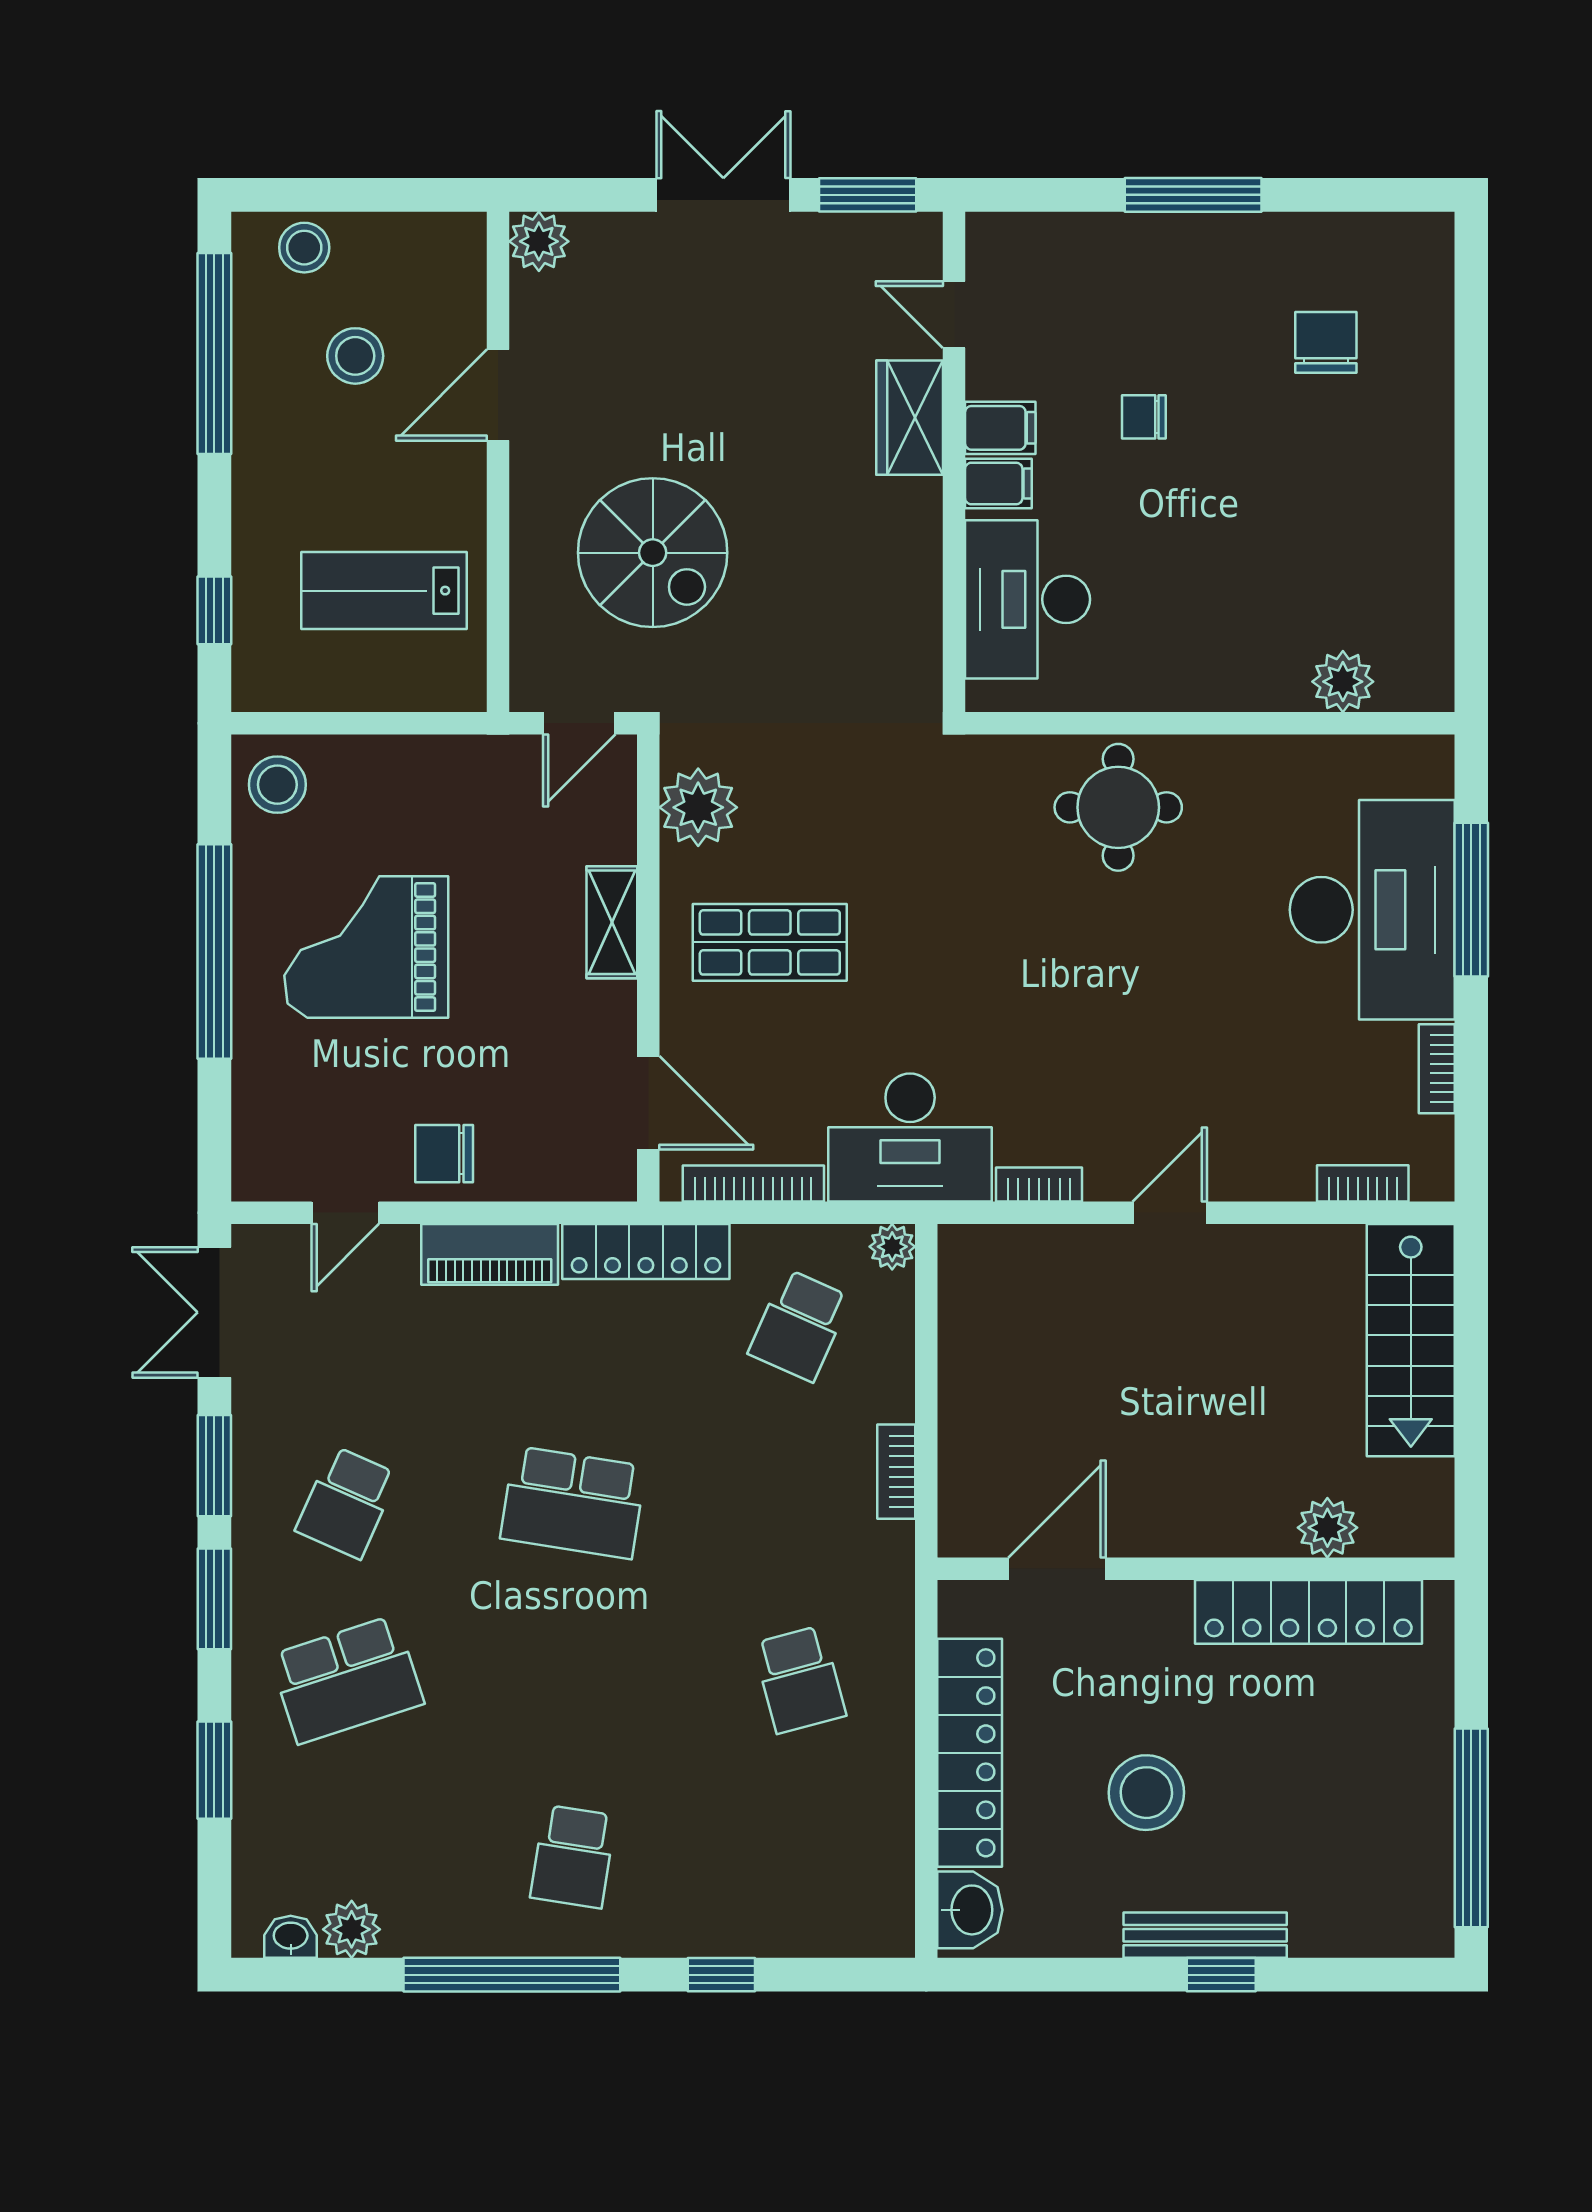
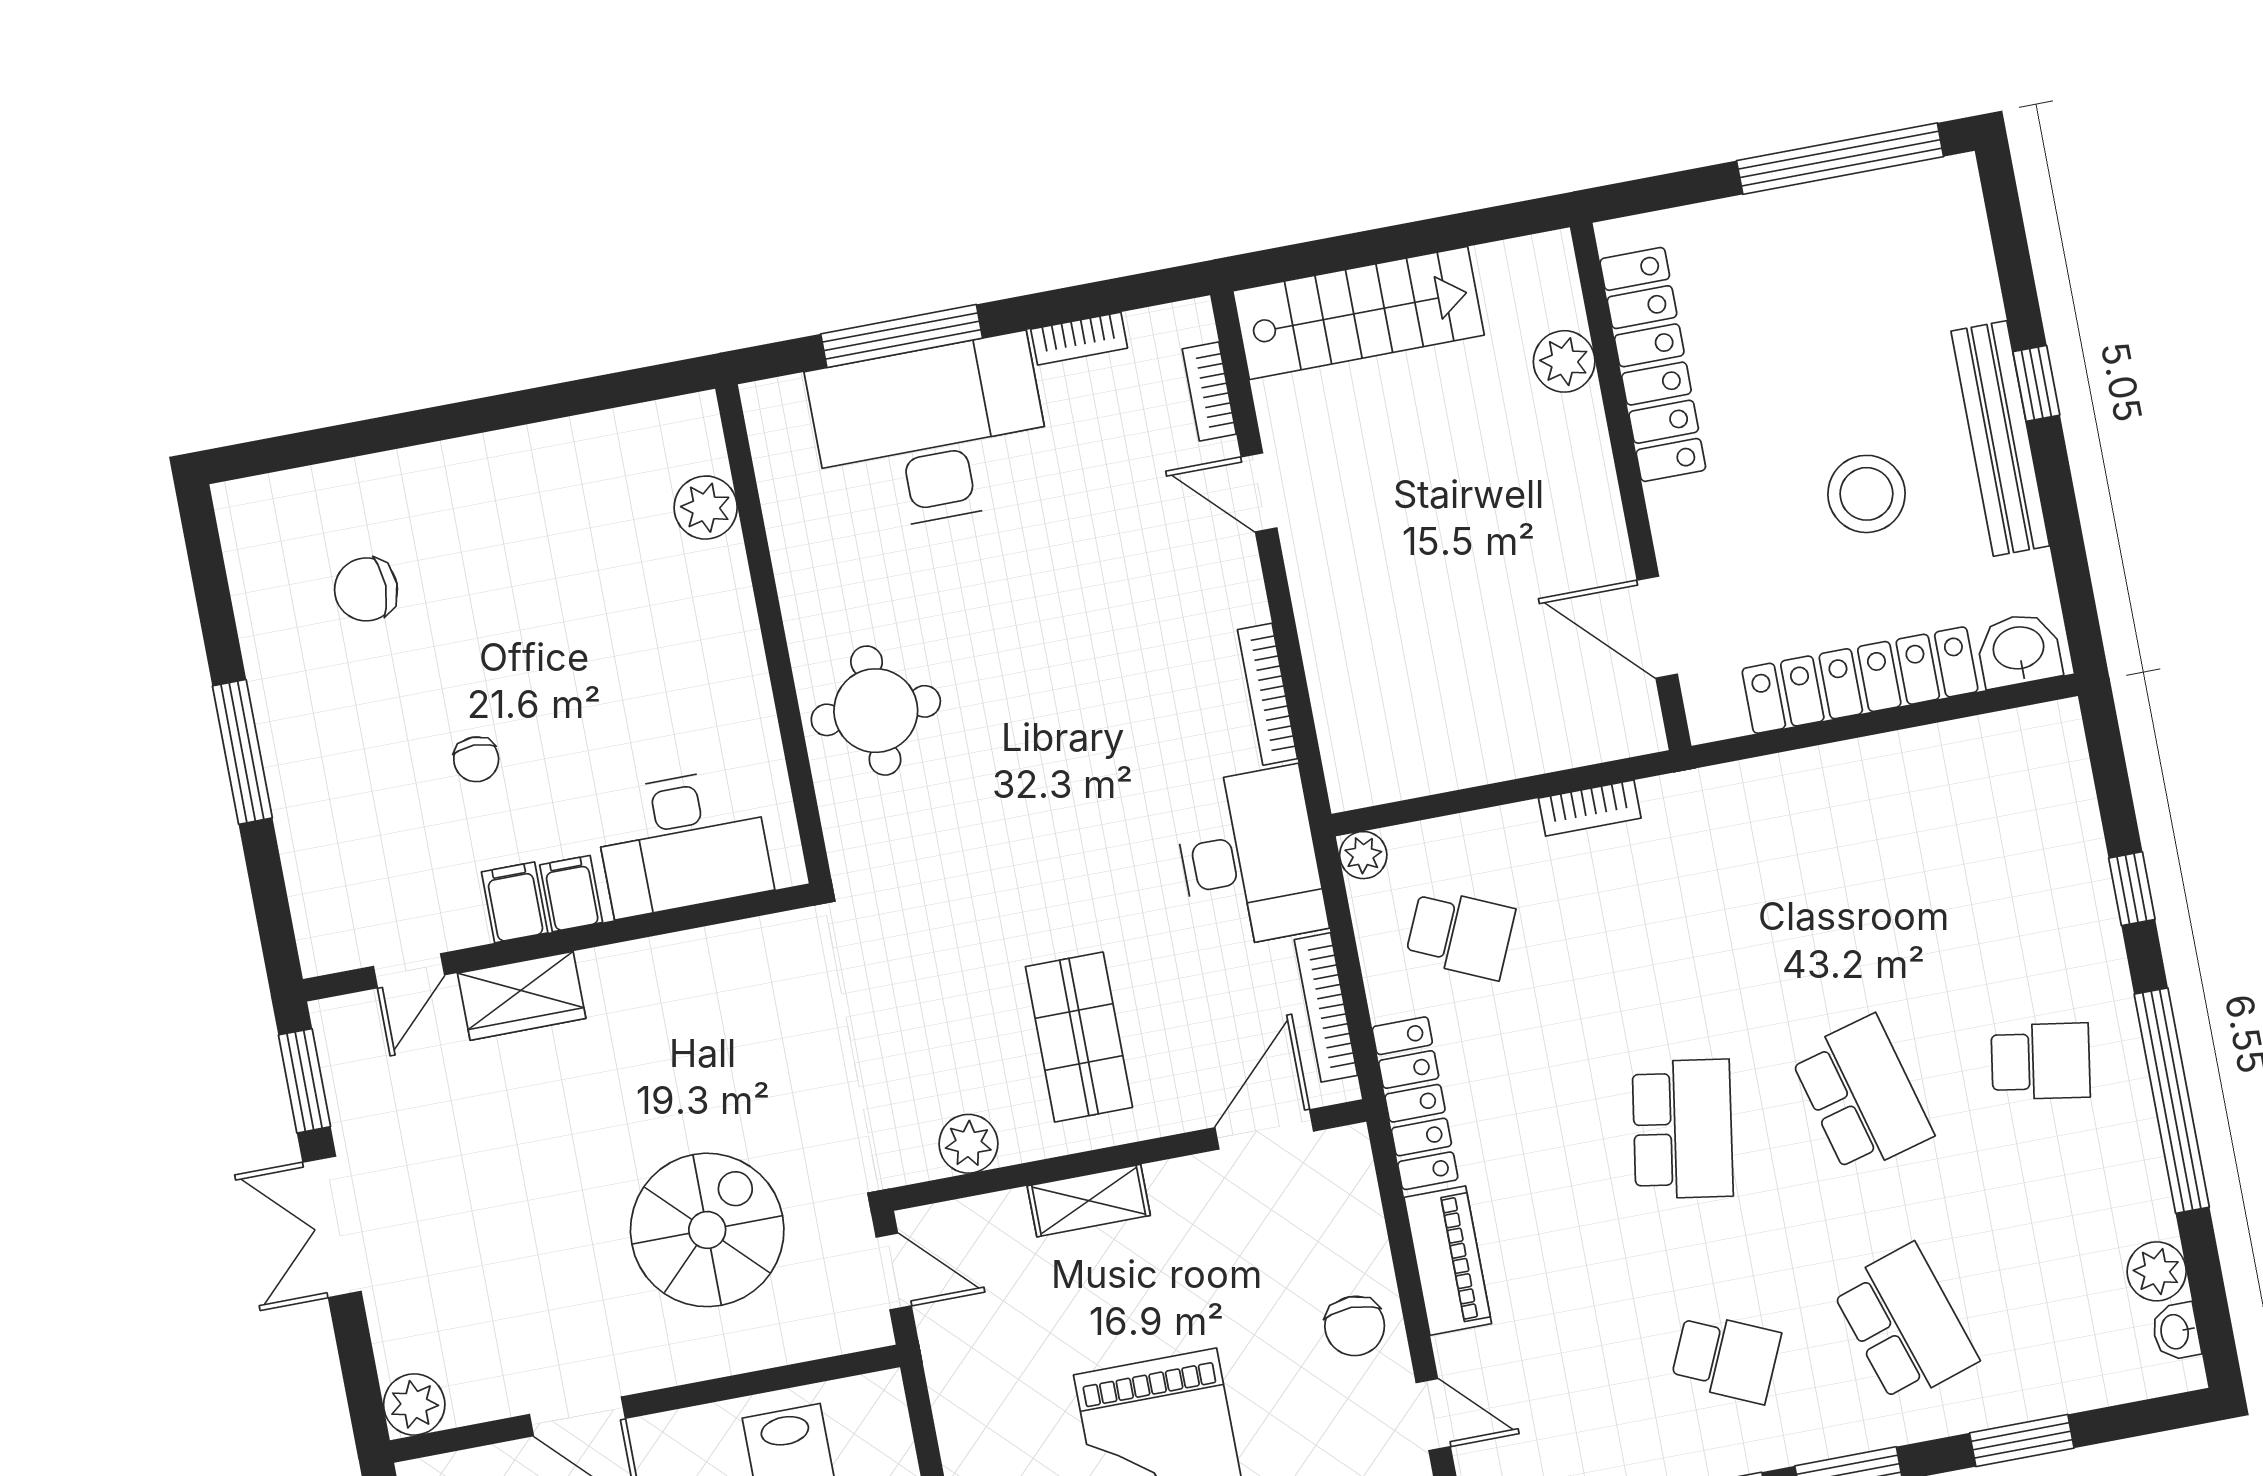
plant: (698, 807) -> (968, 1144), width x0.73, depth x0.73
bookcase: (1039, 1184) -> (1268, 694), width x1.56
door: (1170, 1213) -> (1259, 492), moved
school desk: (799, 1679) -> (1862, 1095), moved, width x1.85
bench: (1205, 1935) -> (2000, 438), width x1.37, depth x1.21

